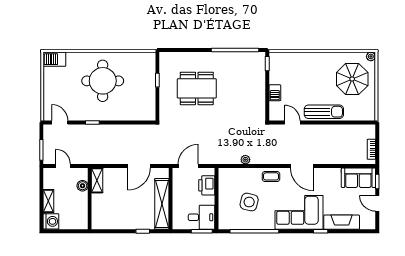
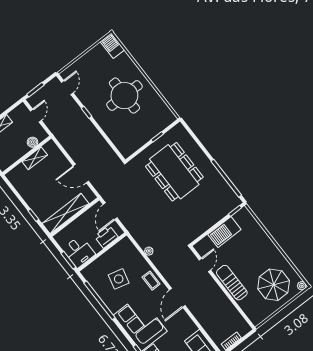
dining table: (197, 88) -> (174, 172), width x1.36, depth x1.24
barbecue: (275, 93) -> (224, 232), width x1.88, depth x1.53
sun lounger: (324, 112) -> (232, 283), turned 180
door: (188, 166) -> (110, 211), swing flipped
shelving: (97, 180) -> (35, 158), moved

